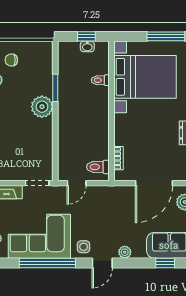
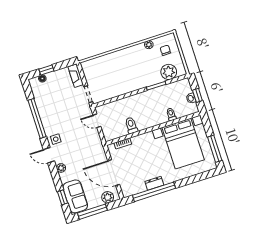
plant: (42, 107) -> (169, 72), moved
toilet: (98, 167) -> (131, 125), moved
corner sofa: (39, 236) -> (53, 107), removed

